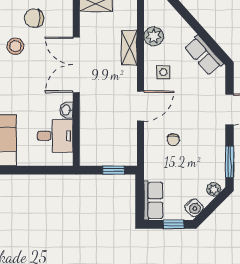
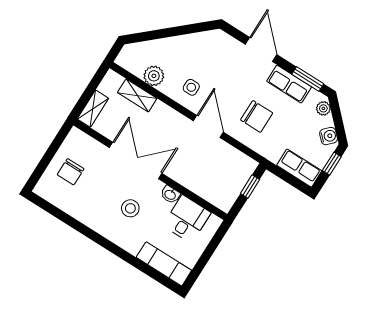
stool: (15, 46) -> (130, 208), moved
shelving: (129, 48) -> (137, 95), moved
row of seats: (204, 55) -> (289, 84), moved, turned 42
double door: (76, 65) -> (136, 160), swing flipped
chair: (173, 140) -> (257, 116), width x1.87, depth x1.87

